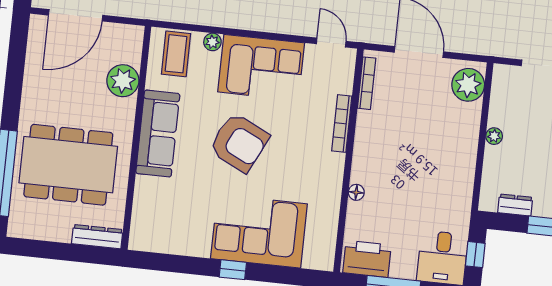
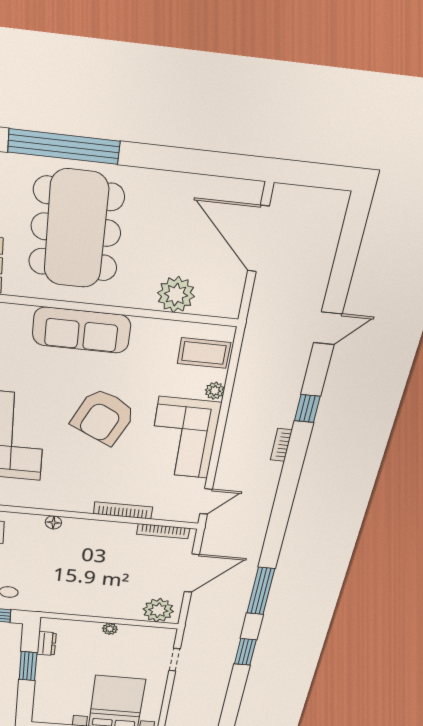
sofa: (158, 134) -> (81, 330), moved

